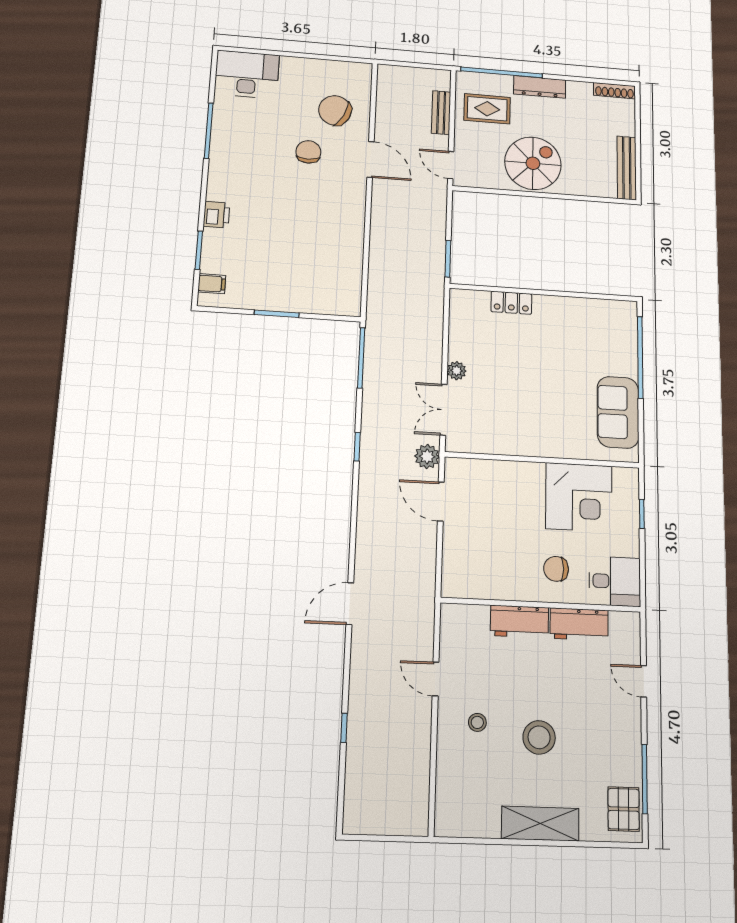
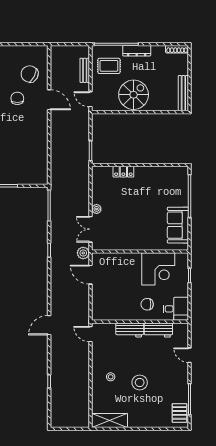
door: (436, 679) -> (91, 334), moved
shelving: (540, 824) -> (110, 420), moved

